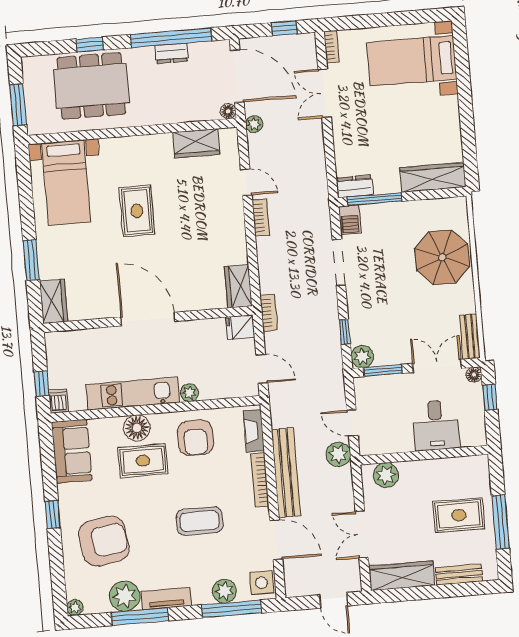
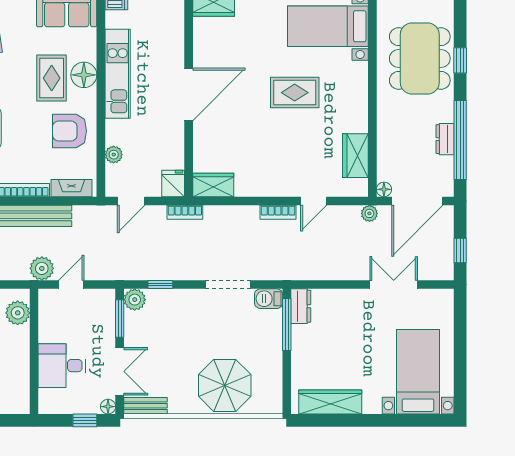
bookcase: (331, 47) -> (438, 295), removed
wardrobe: (433, 177) -> (330, 402), moved, turned -90
plant: (189, 393) -> (114, 155), moved

